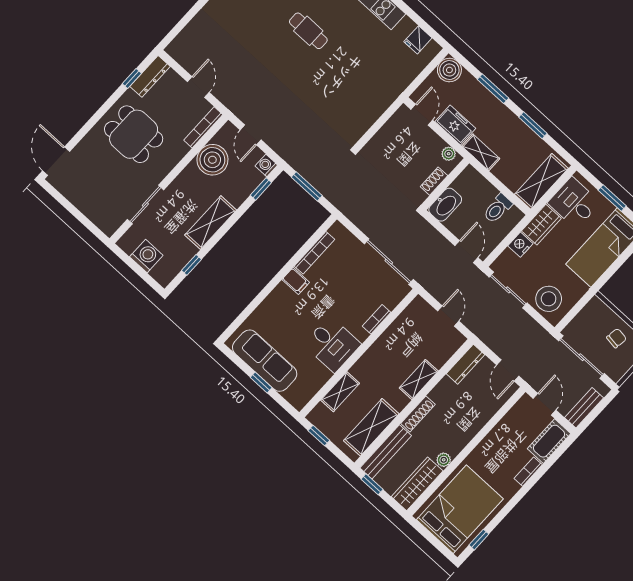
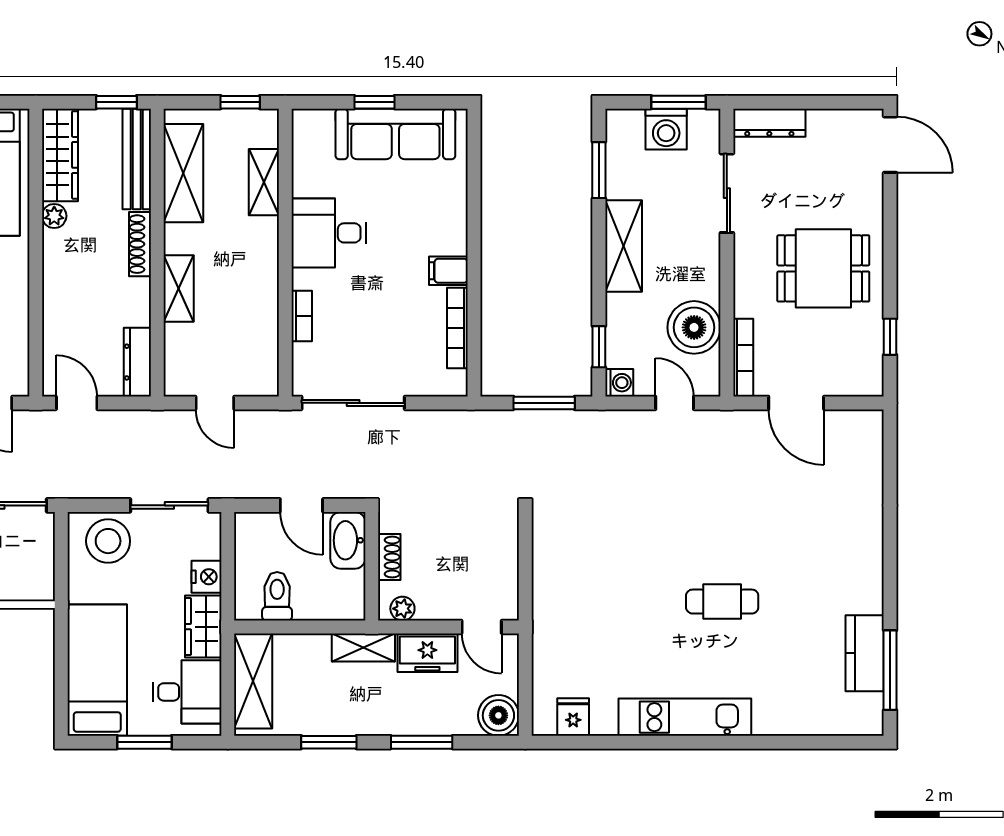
dresser: (150, 76) -> (769, 123), moved, turned -90
door: (198, 87) -> (796, 403), width x1.37
door: (466, 252) -> (301, 505), moved
window: (130, 263) -> (679, 102), added
window: (191, 265) -> (599, 170), width x1.50

